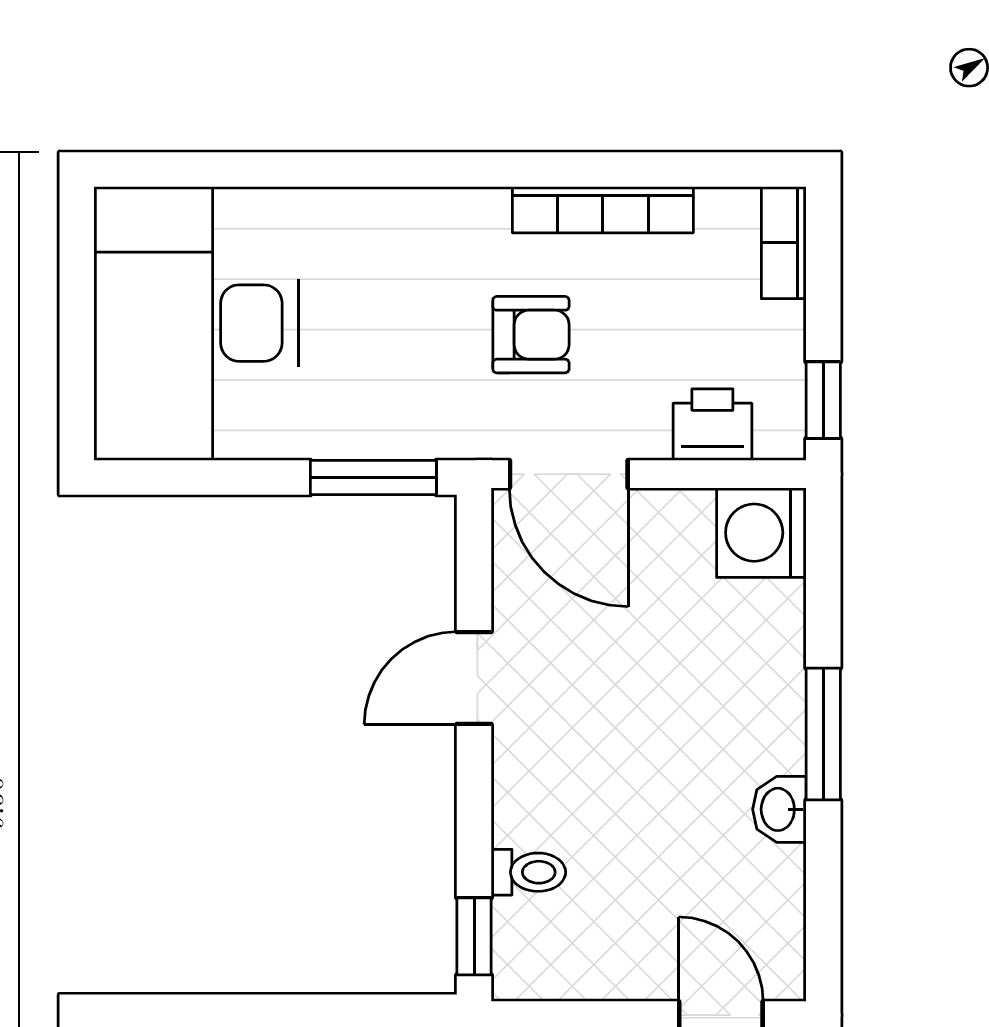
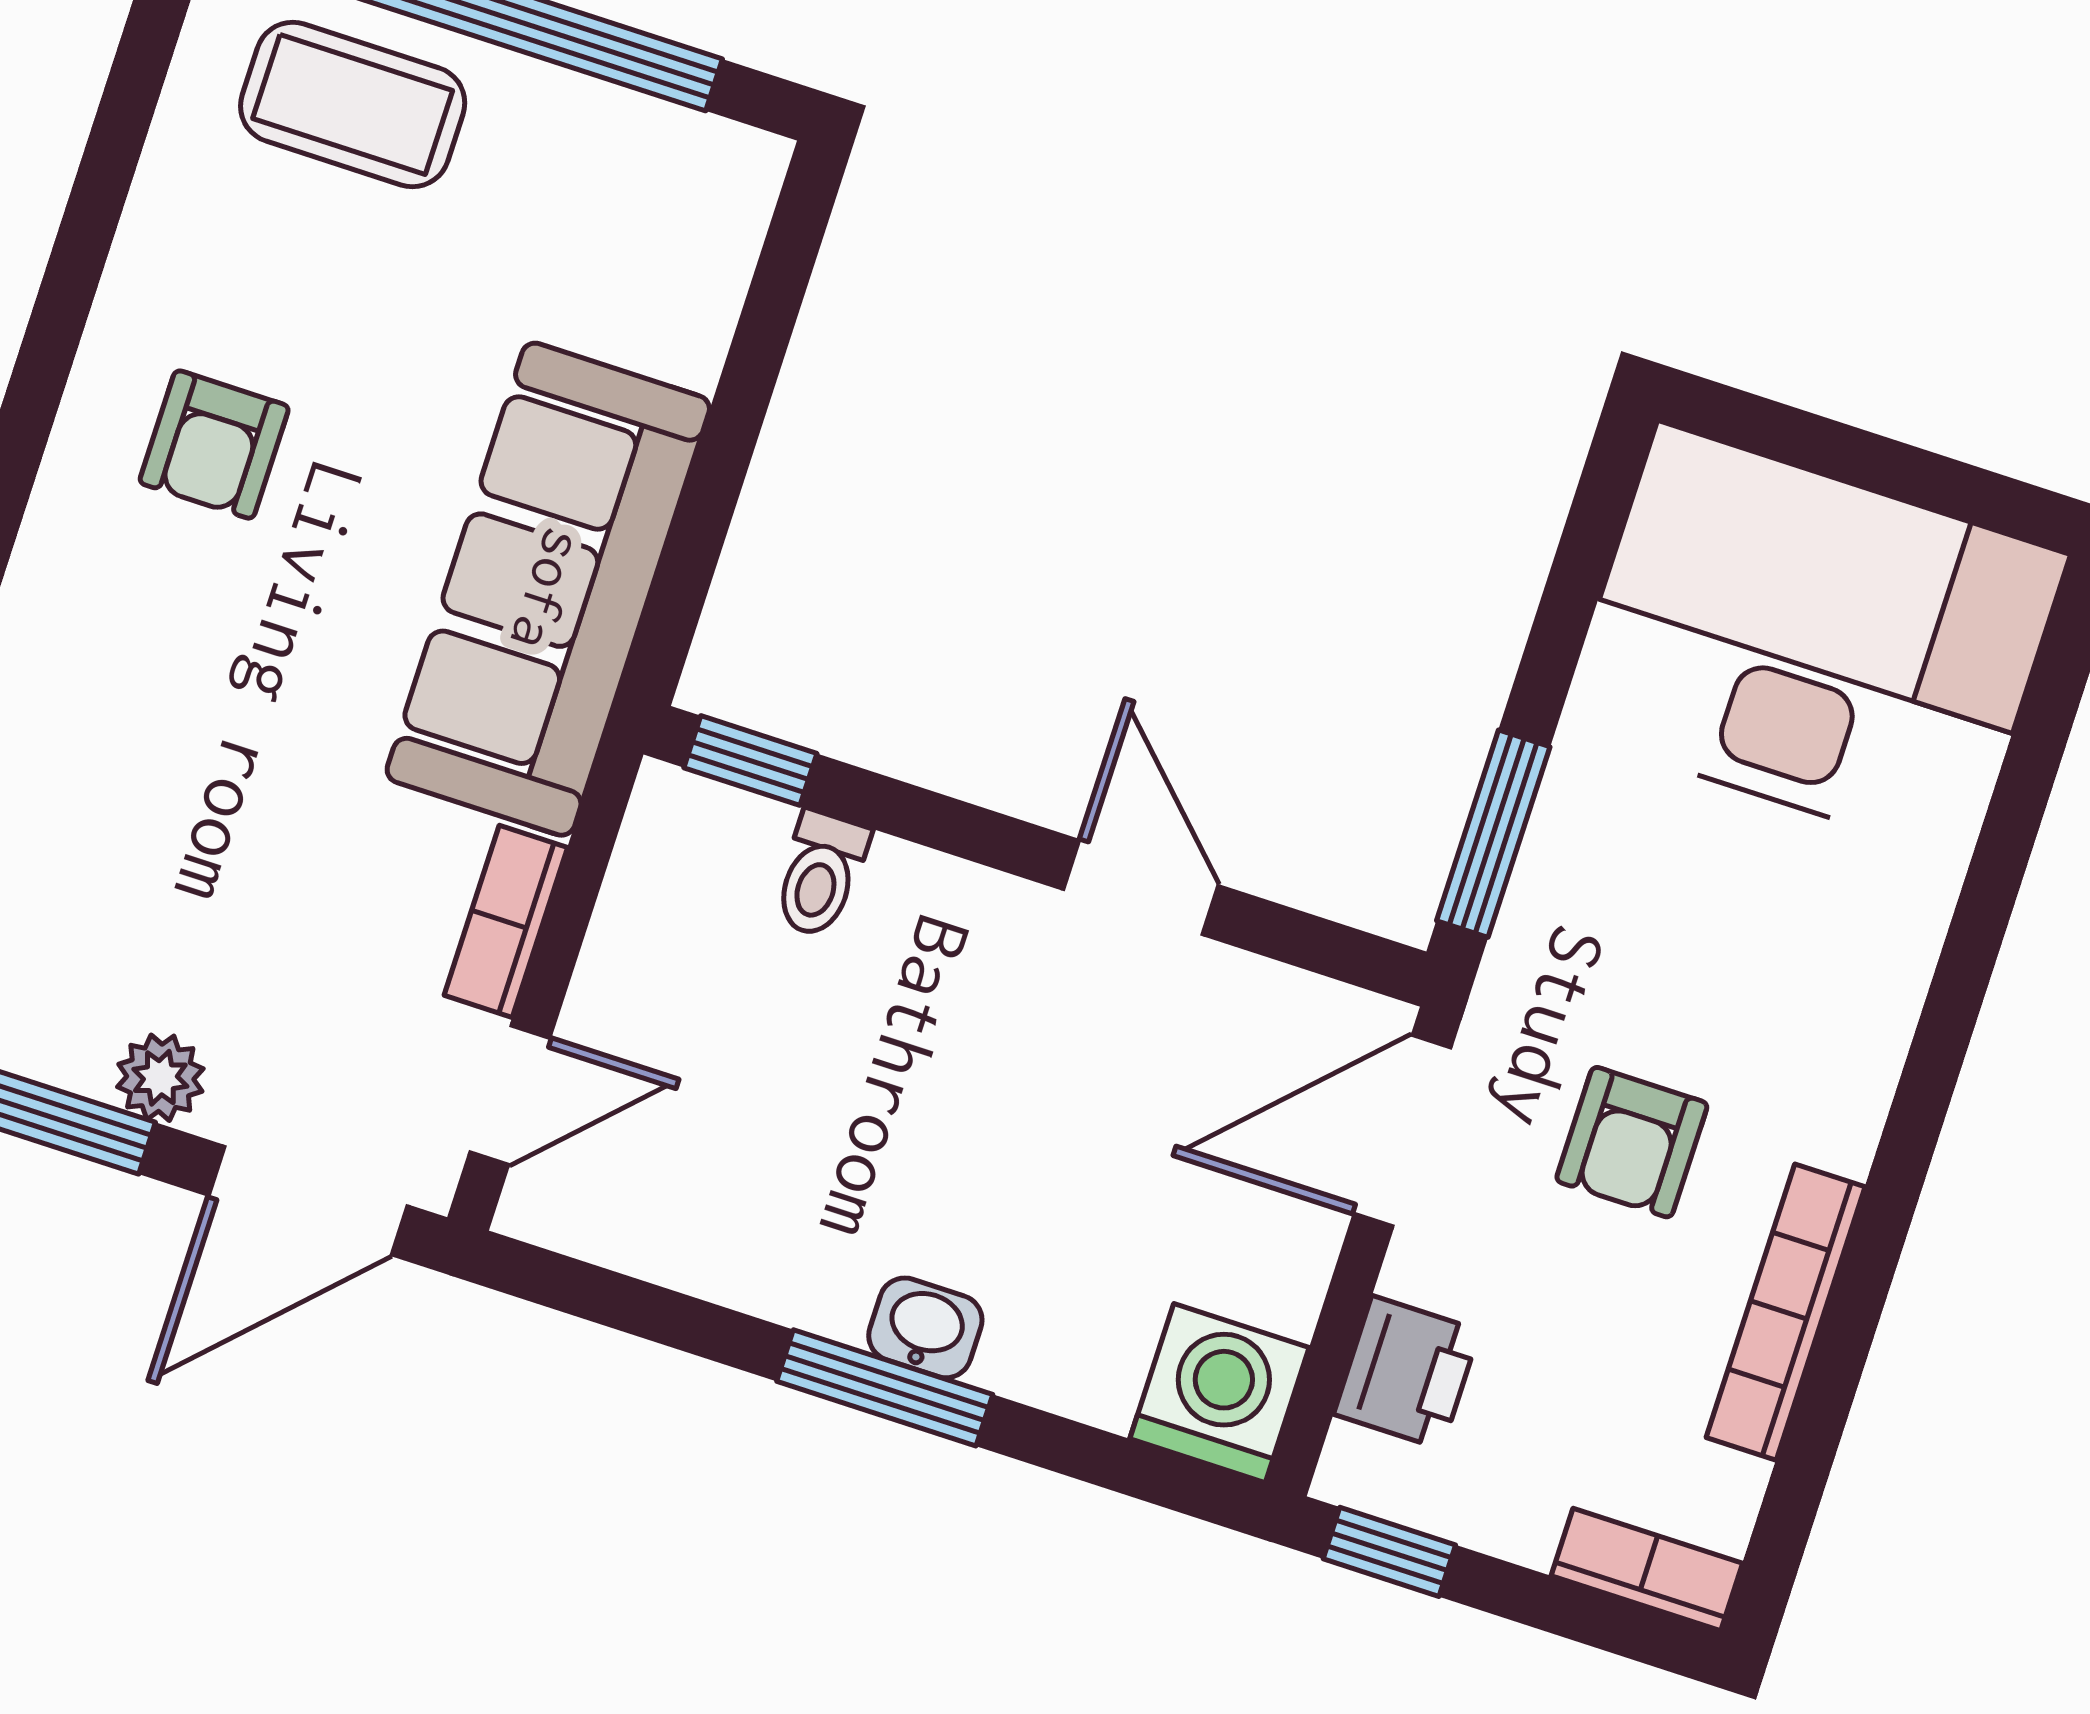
washbasin: (779, 809) -> (925, 1328), moved

